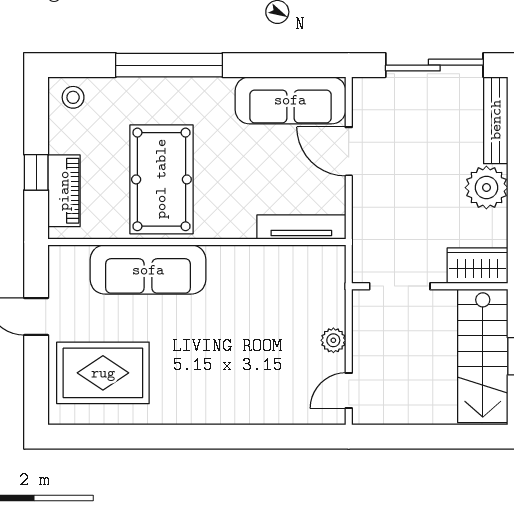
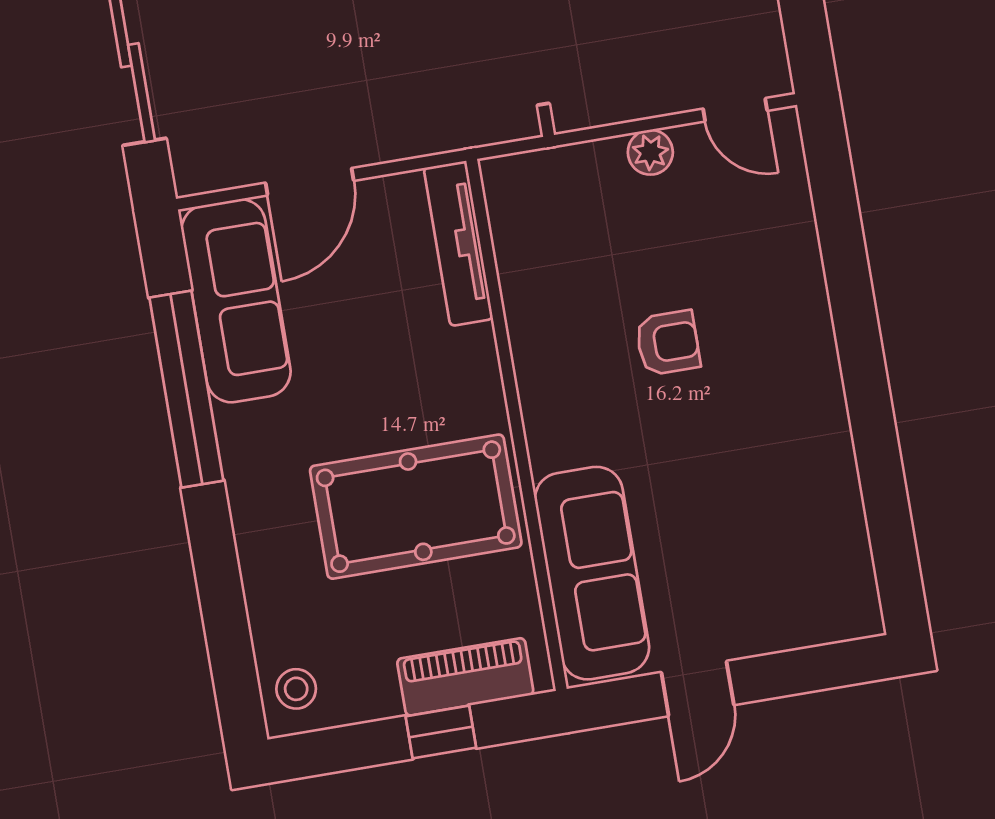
window: (169, 65) -> (186, 389), moved
sofa: (148, 270) -> (592, 573), moved
armchair: (228, 332) -> (668, 343), added
rug: (103, 373) -> (778, 553), removed

